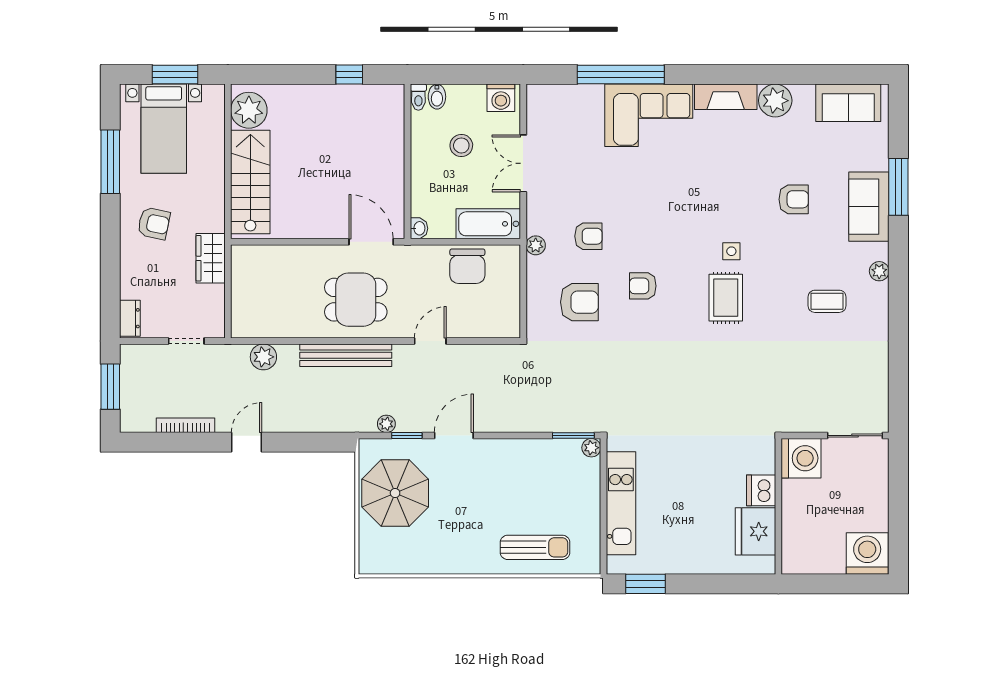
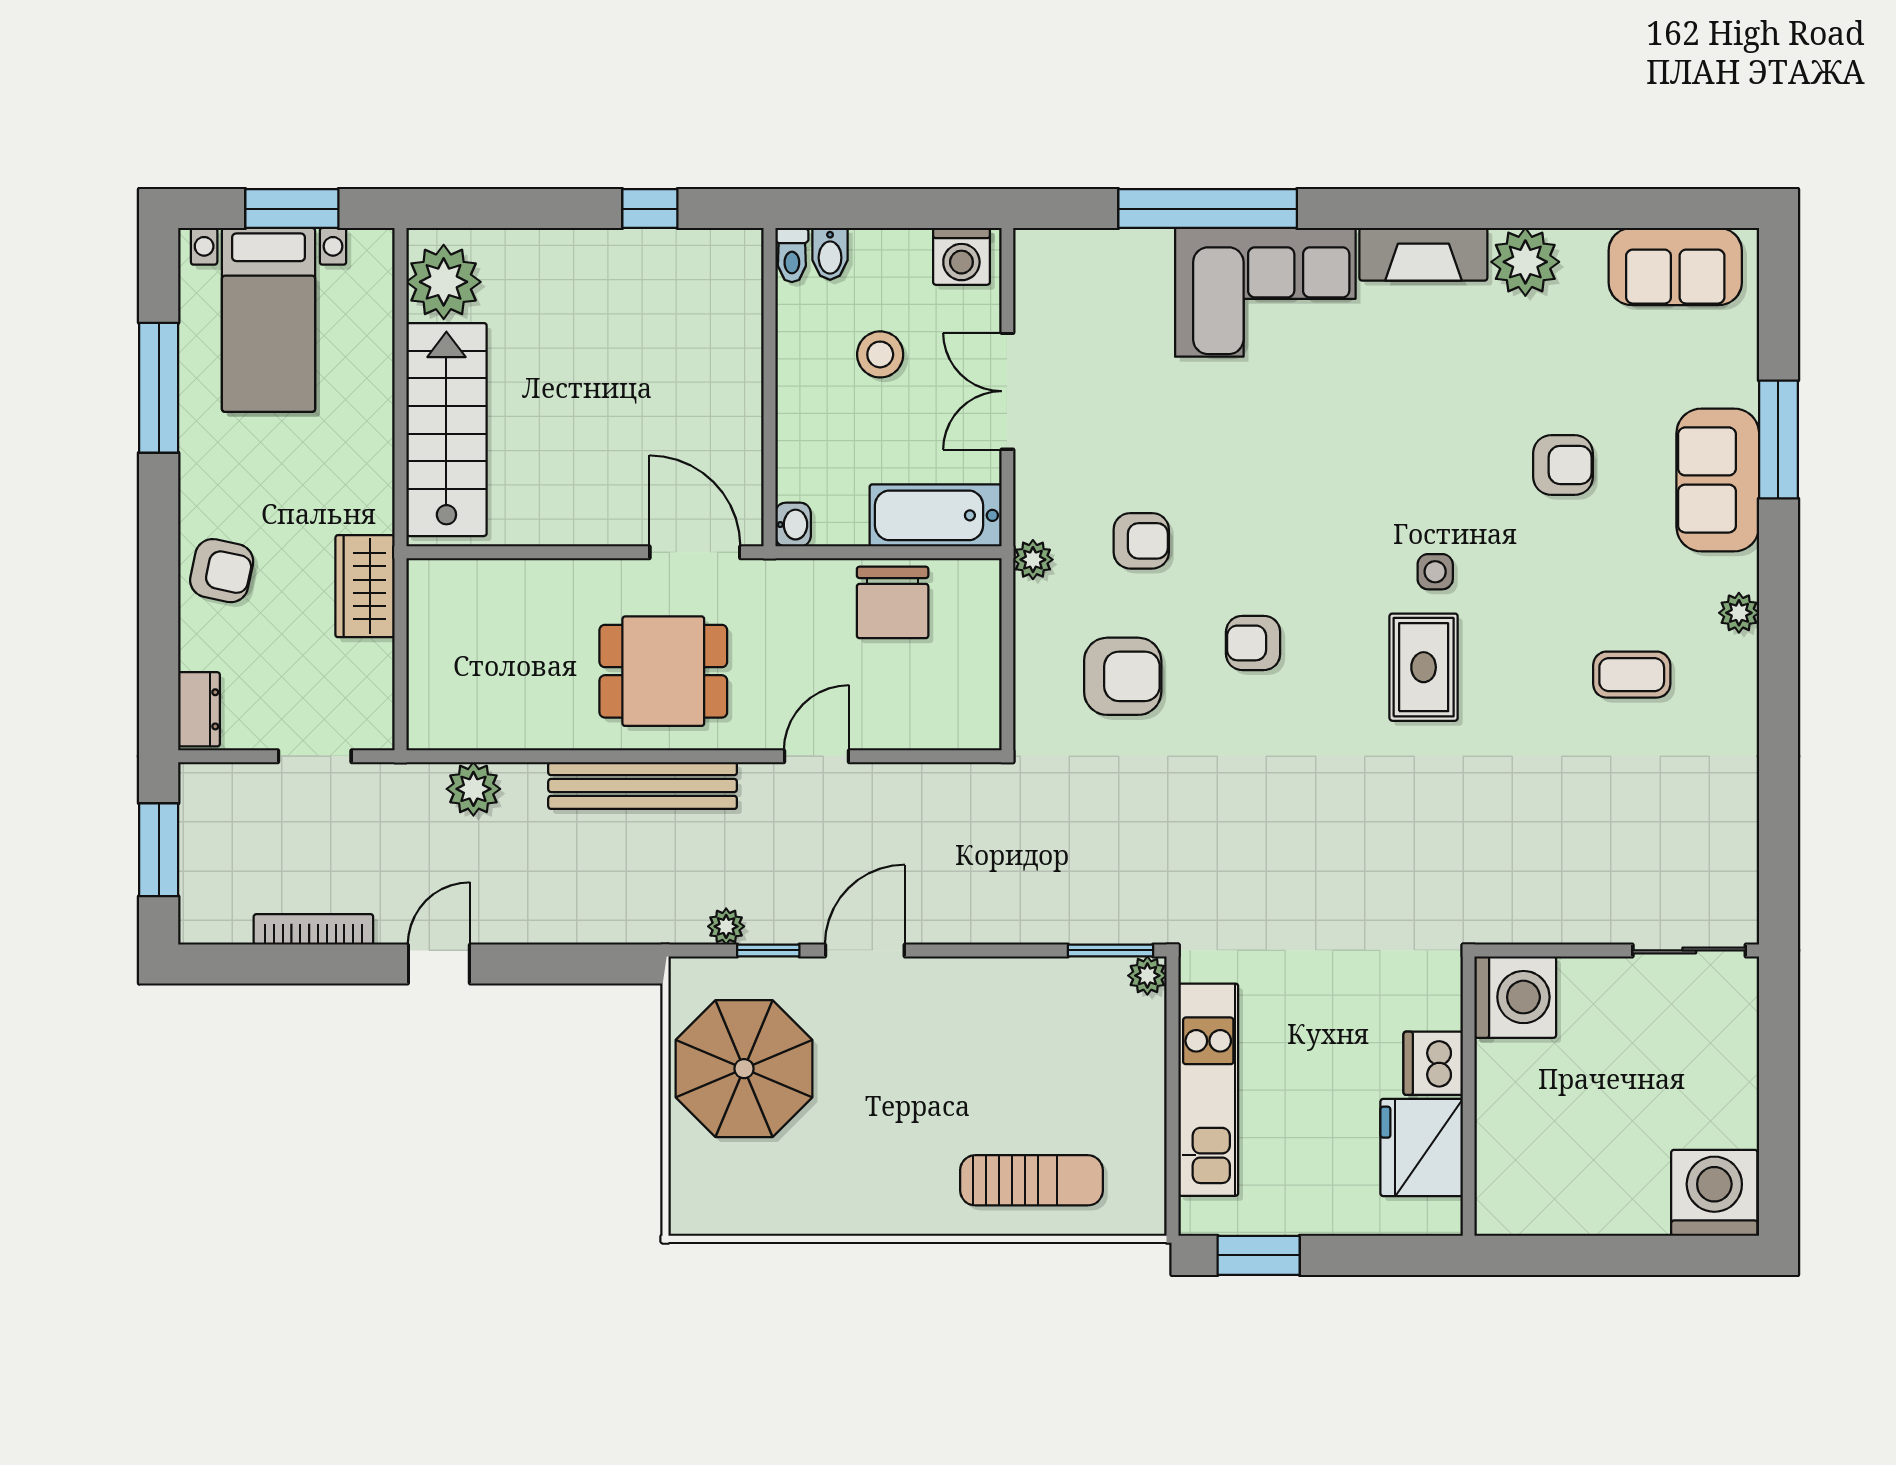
armchair: (154, 223) -> (222, 571), moved
washing machine: (801, 458) -> (1515, 997), moved
dishwasher: (761, 490) -> (1433, 1063), moved
wall: (778, 506) -> (1469, 1096), moved
fridge: (756, 531) -> (1422, 1147), moved

